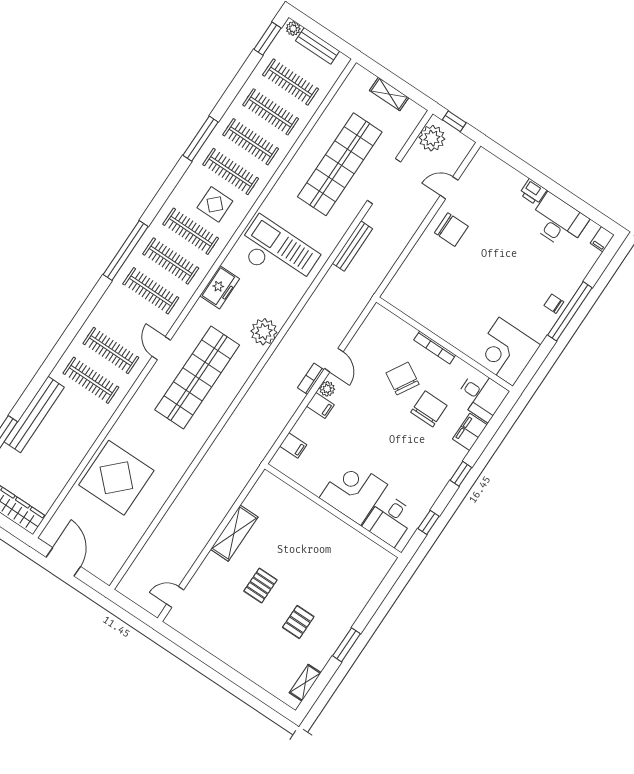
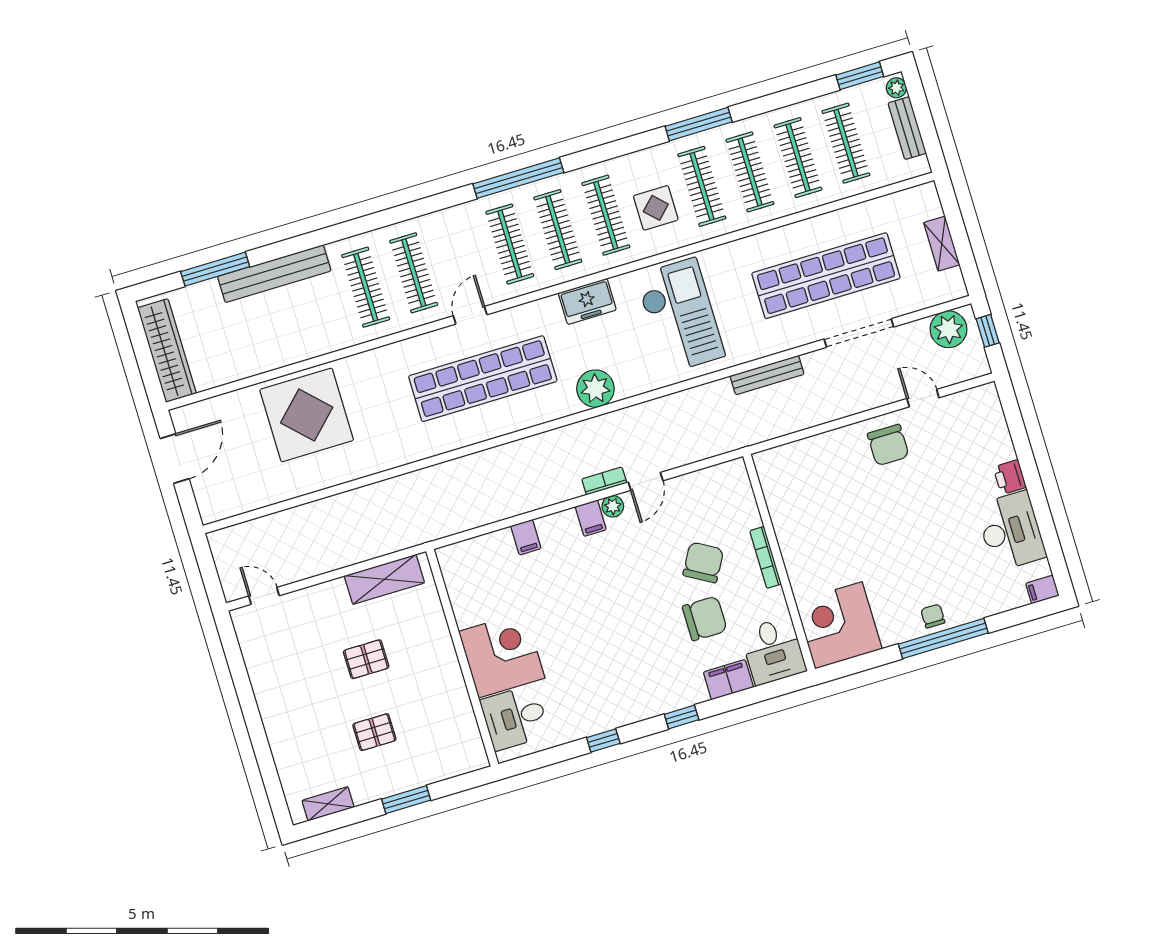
corner desk: (353, 491) -> (502, 655), moved
wall: (333, 511) -> (462, 658), moved
desk: (389, 520) -> (515, 718), moved

